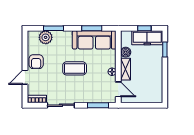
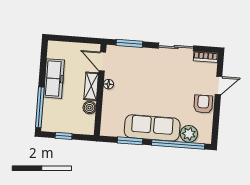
window: (53, 28) -> (178, 144), width x2.11
freezer: (147, 38) -> (54, 79), moved, turned 90
sofa: (94, 40) -> (152, 128), moved
window: (165, 49) -> (40, 107), width x2.17
coffee table: (75, 68) -> (155, 92), removed

